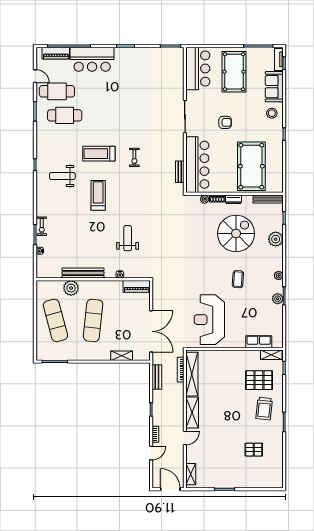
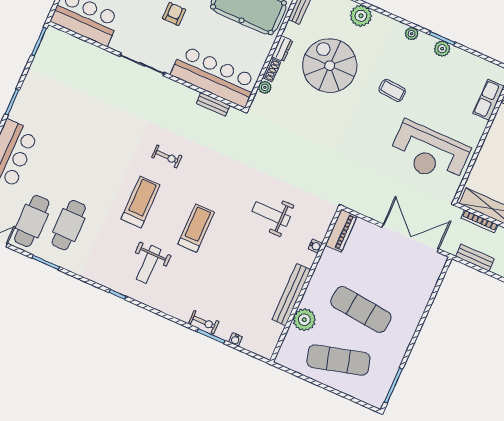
treadmill: (99, 154) -> (141, 202), turned 180
treadmill: (98, 195) -> (196, 228), turned 90
shelving: (122, 356) -> (425, 292), removed

